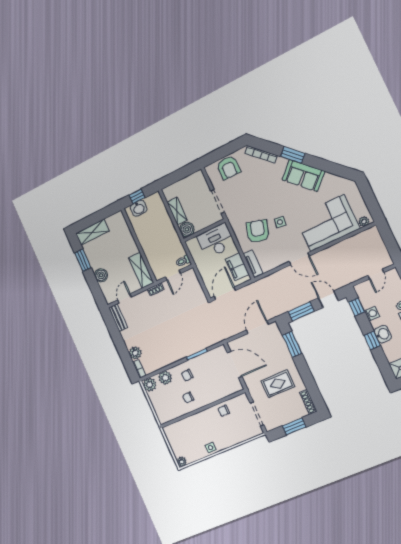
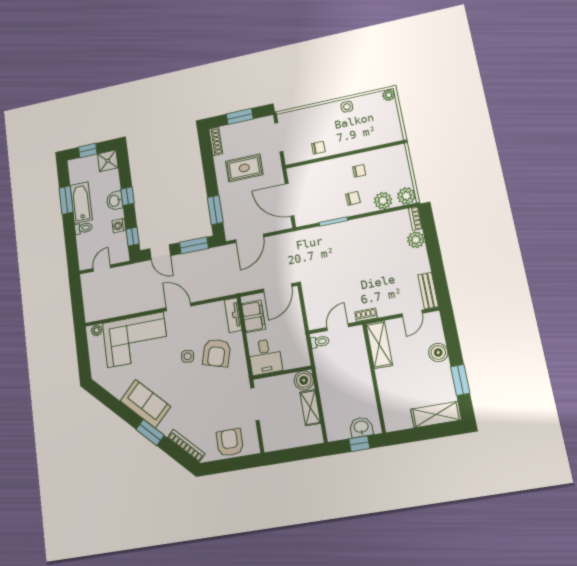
desk: (216, 241) -> (265, 357), width x0.73

